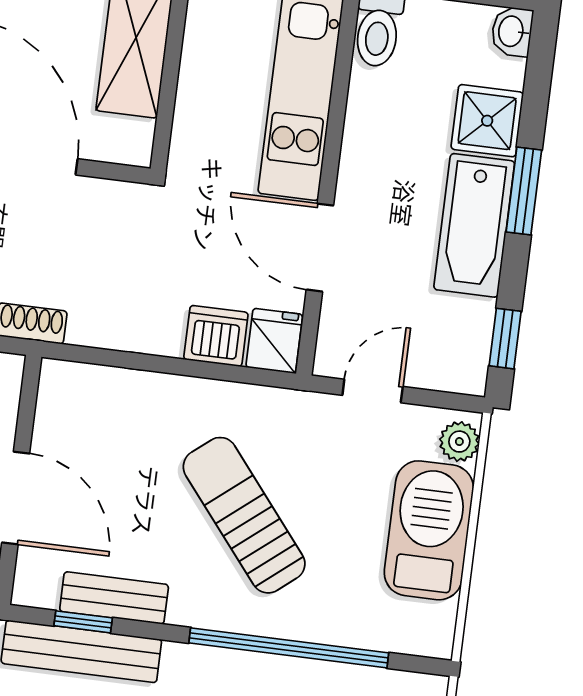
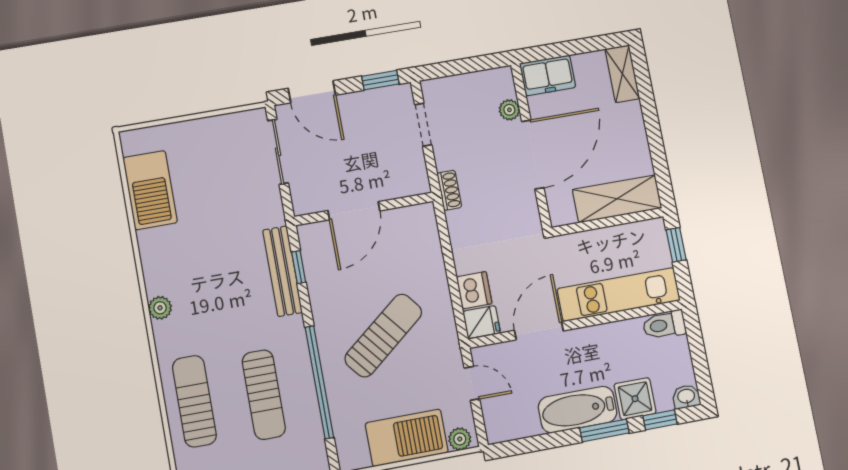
window: (505, 339) -> (660, 420), moved
bench: (114, 598) -> (317, 280), removed

